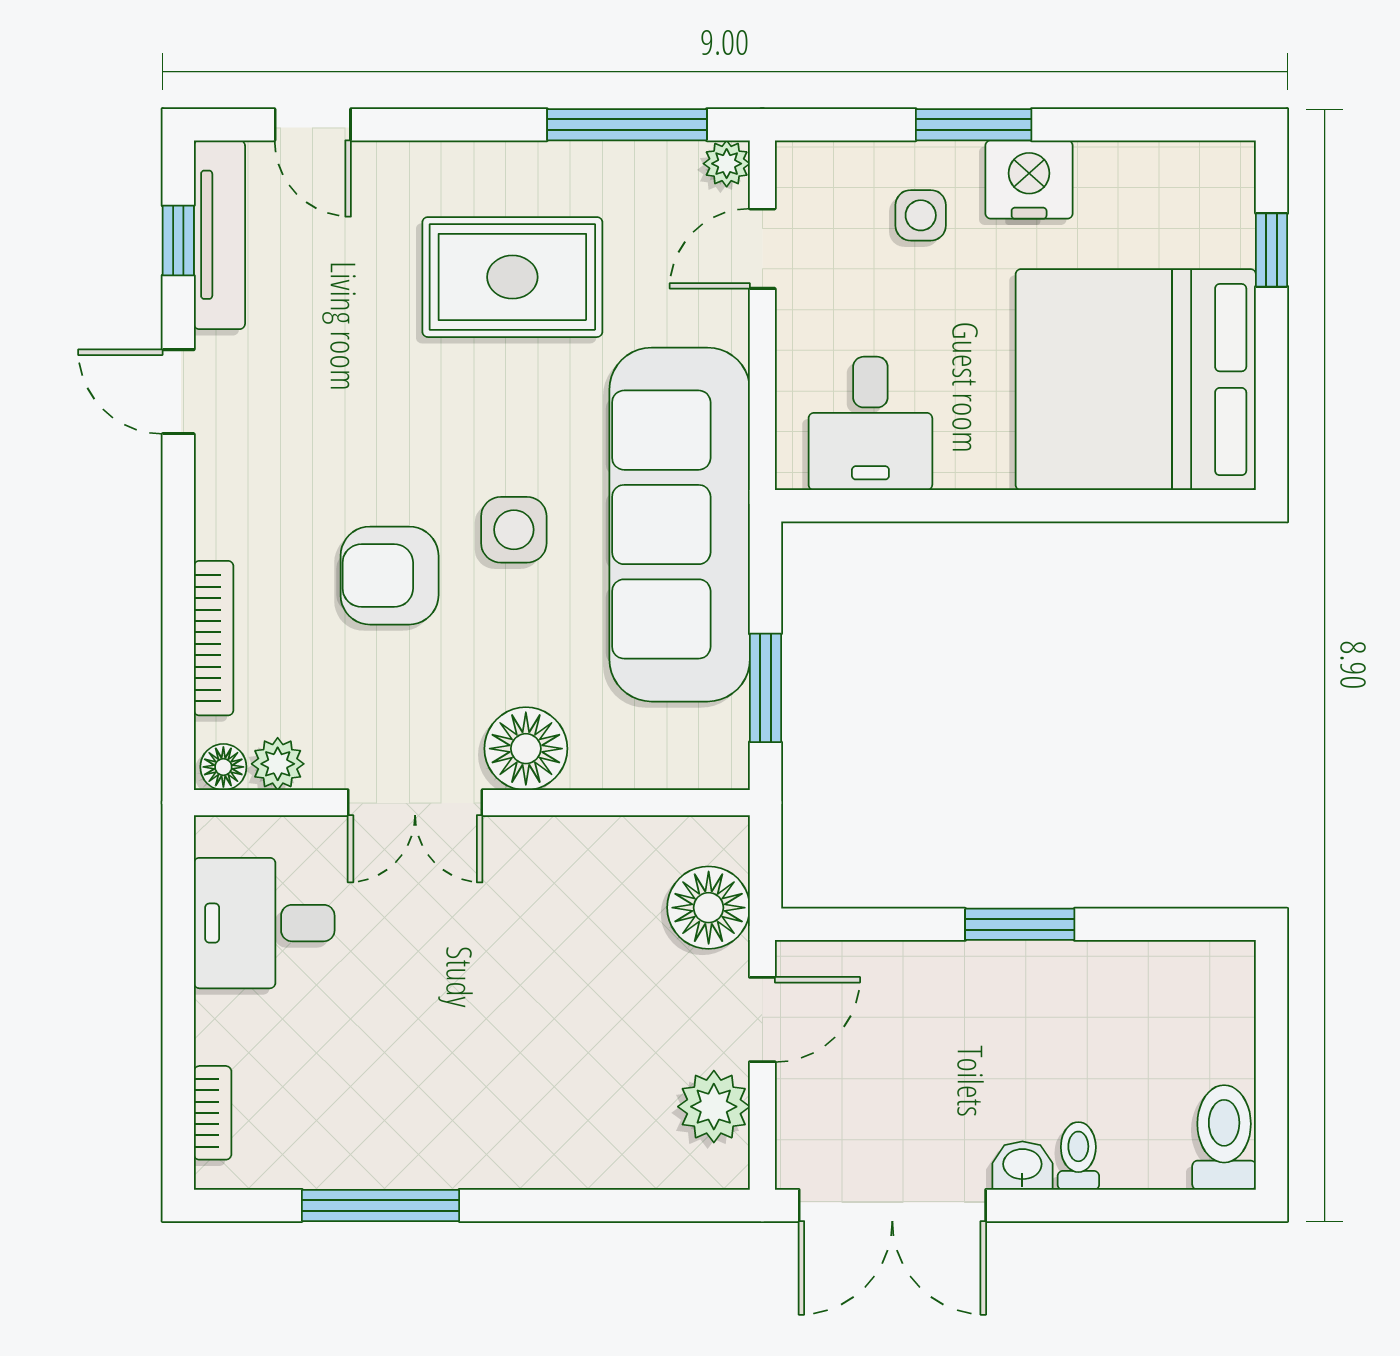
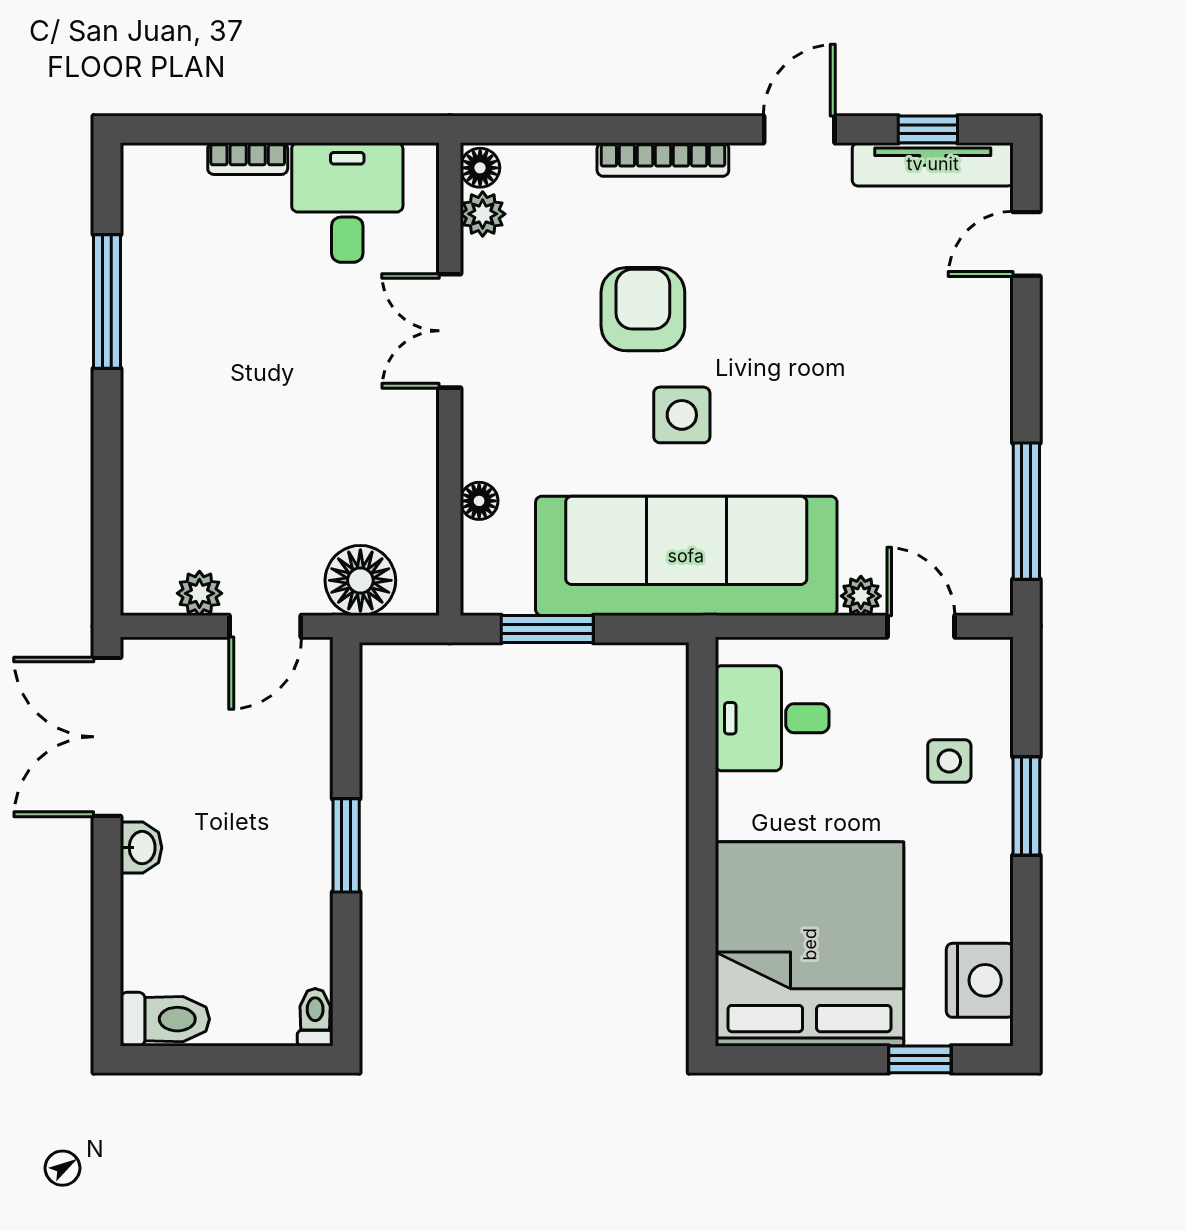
plant: (727, 164) -> (861, 596), moved
nightstand: (1029, 179) -> (980, 980), moved
rug: (512, 277) -> (897, 414), removed
bookcase: (214, 638) -> (663, 160), moved
floor lamp: (526, 749) -> (479, 501), moved, width x0.53, depth x0.53
door: (762, 1019) -> (265, 626), hinge flipped
plant: (714, 1107) -> (199, 593), width x0.73, depth x0.73
bookcase: (213, 1113) -> (248, 159), moved
toilet: (1078, 1156) -> (315, 1017), moved, turned -90

